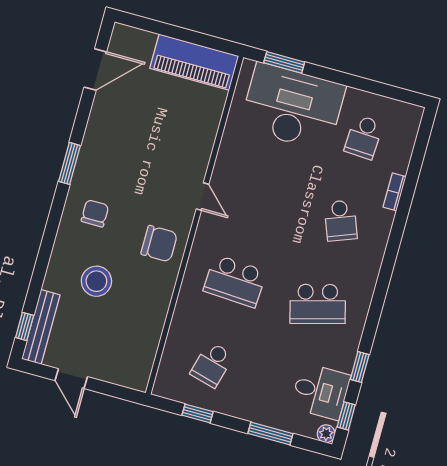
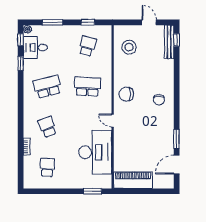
desk: (293, 107) -> (95, 152), moved, turned -90
window: (69, 163) -> (177, 139), moved
stool: (96, 281) -> (129, 47), moved

